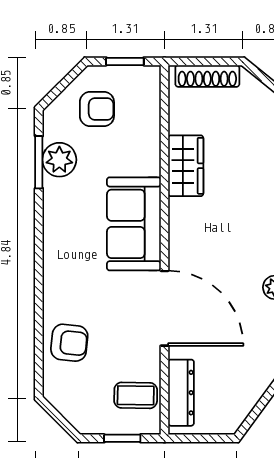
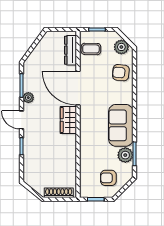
wardrobe: (186, 166) -> (68, 120), moved
sofa: (134, 224) -> (121, 125), moved, turned 180
plant: (68, 400) -> (121, 47), added

